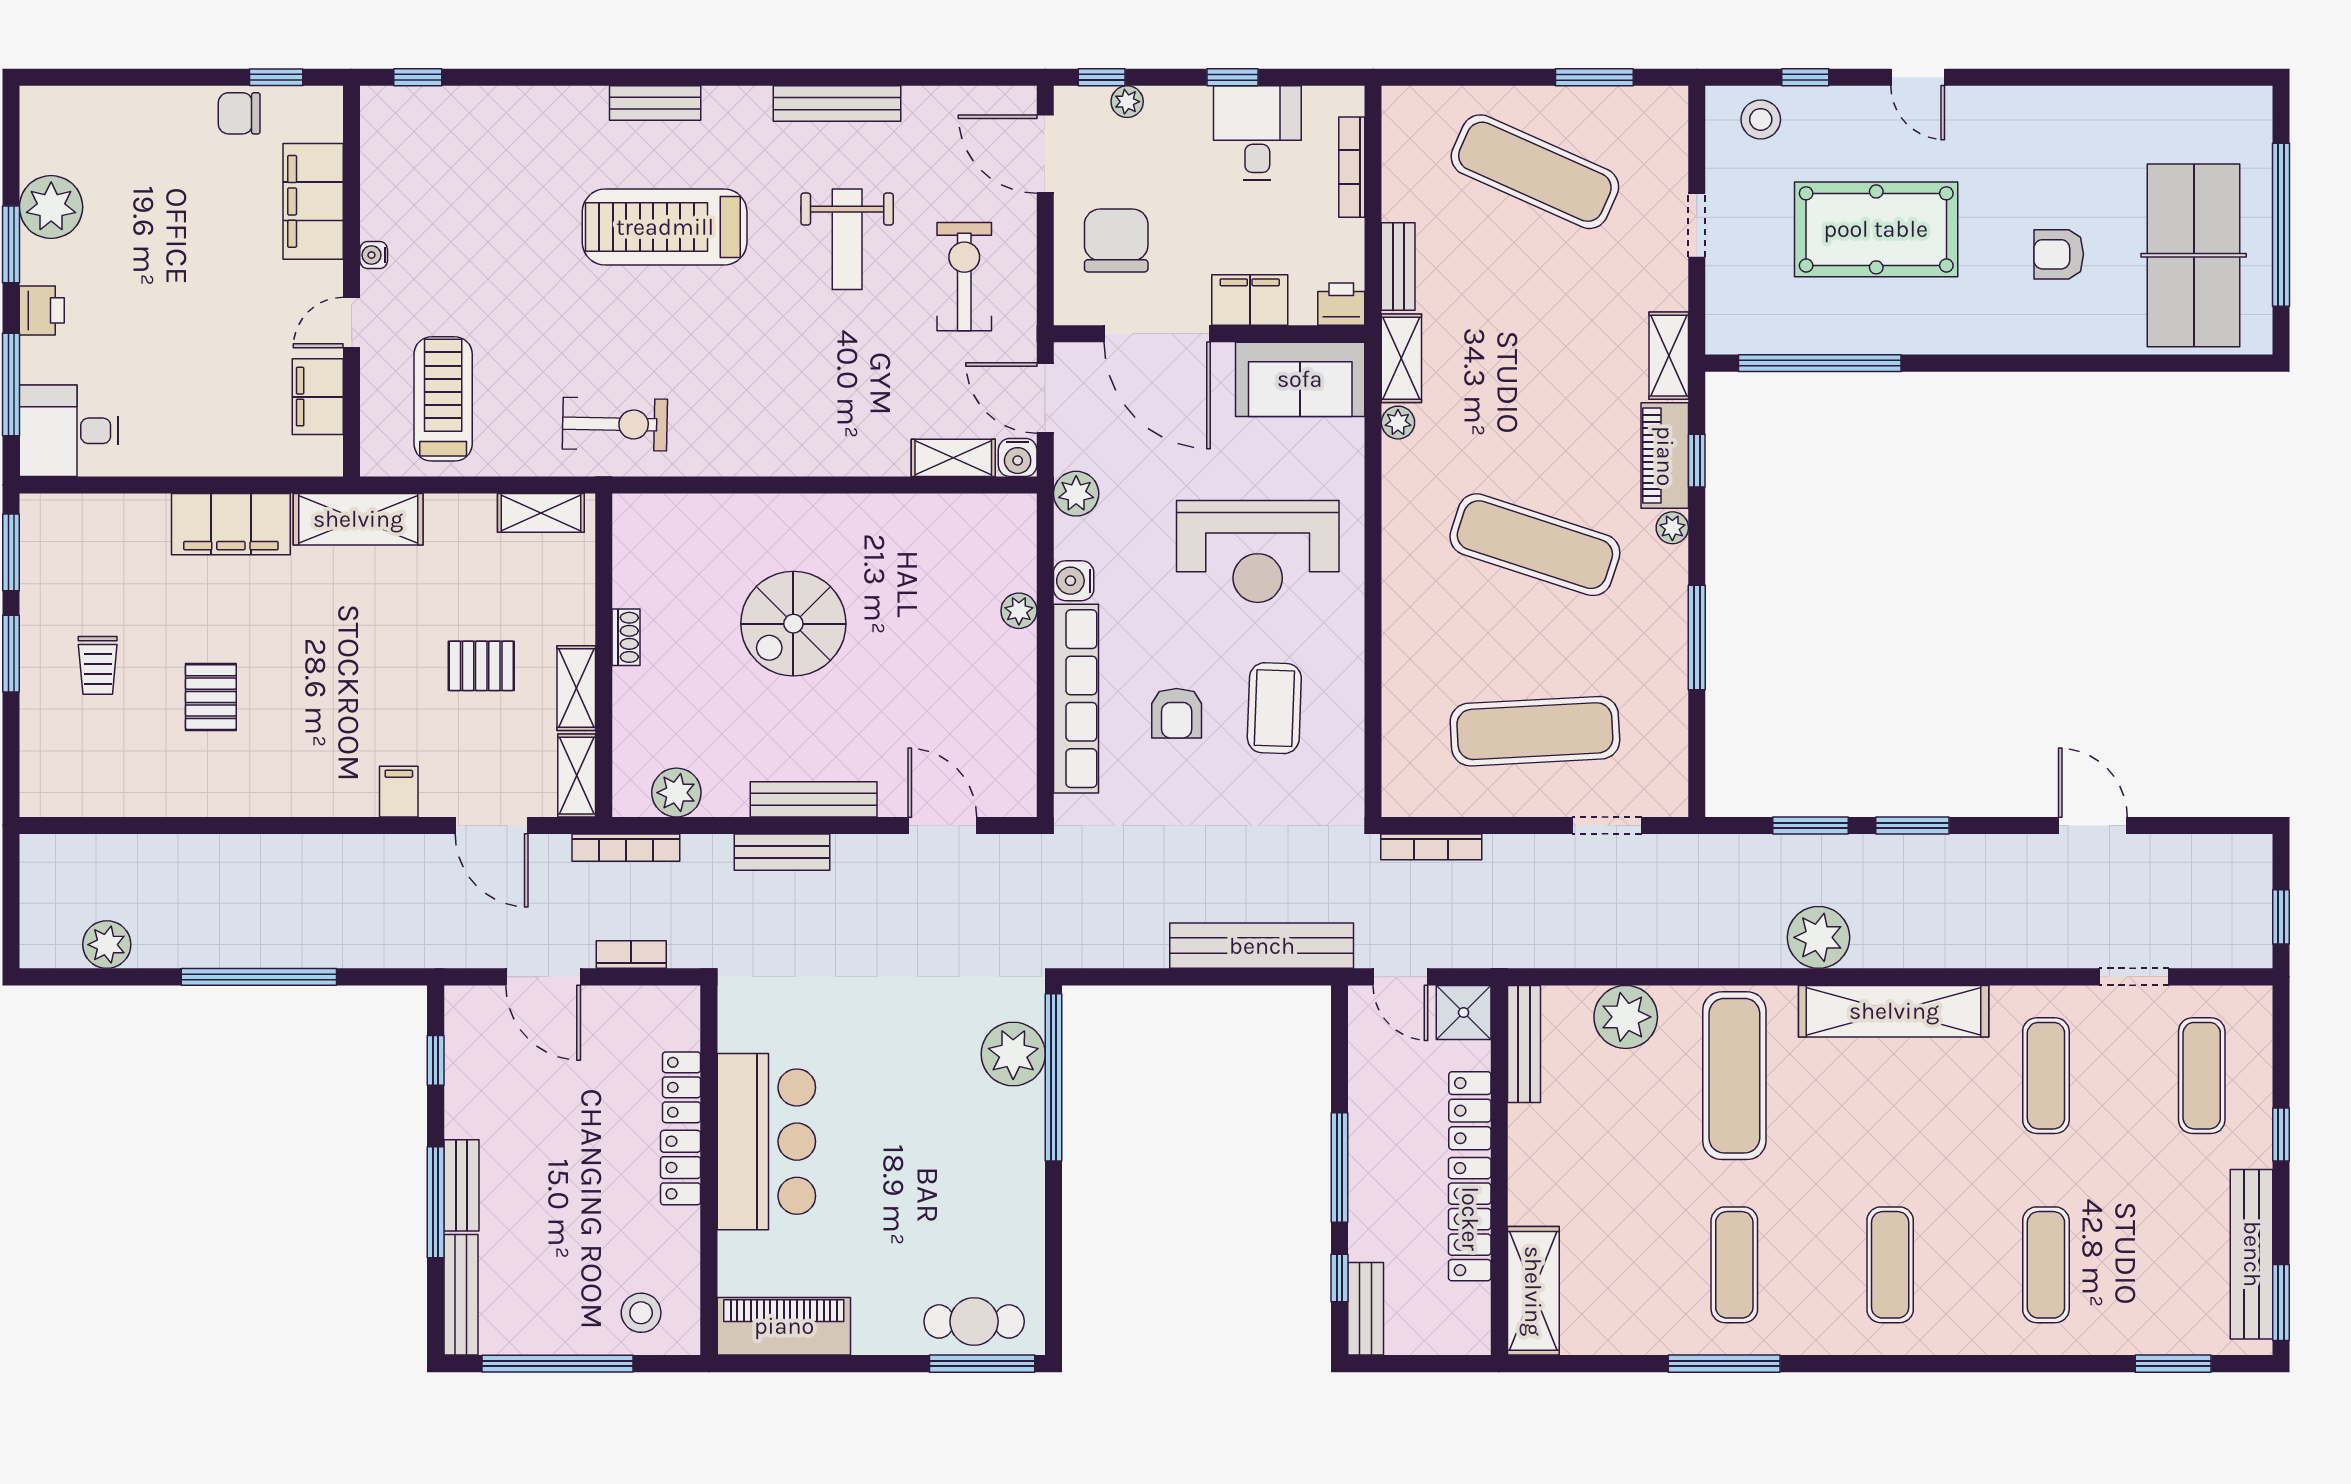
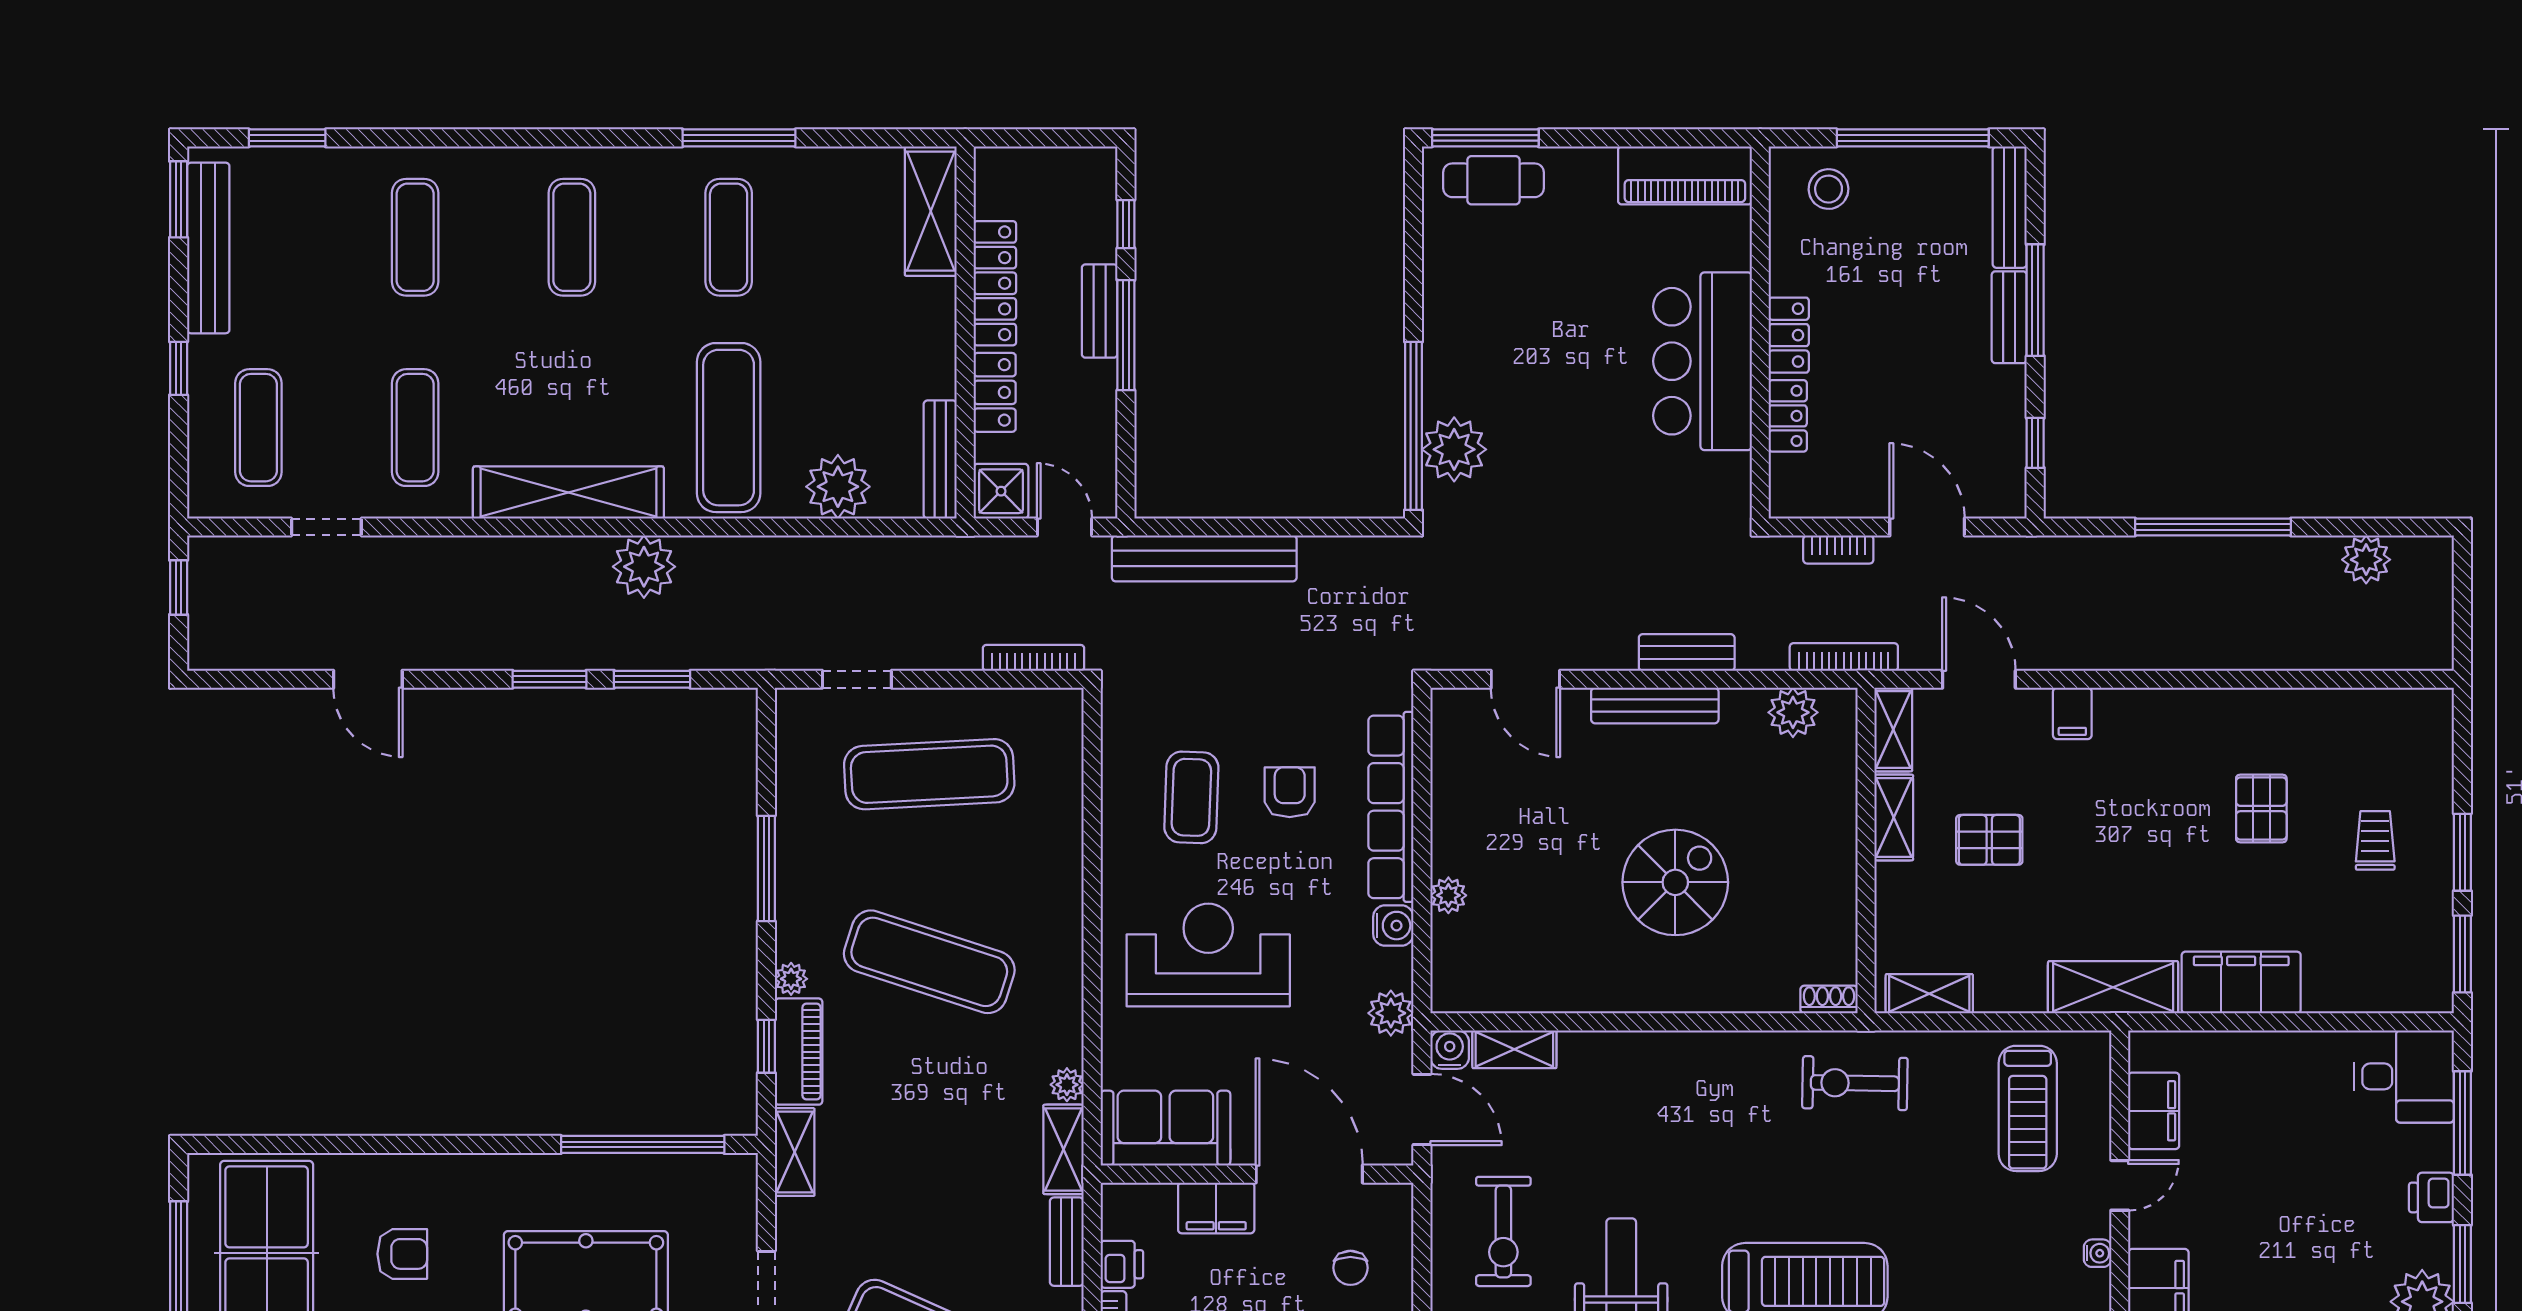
chair: (1116, 241) -> (1350, 1268), width x0.54, depth x0.54
printer: (1341, 304) -> (1122, 1264), moved, turned -90
shoe rack: (626, 637) -> (1829, 999), moved, turned 90
bench: (1366, 1309) -> (1100, 311), moved

